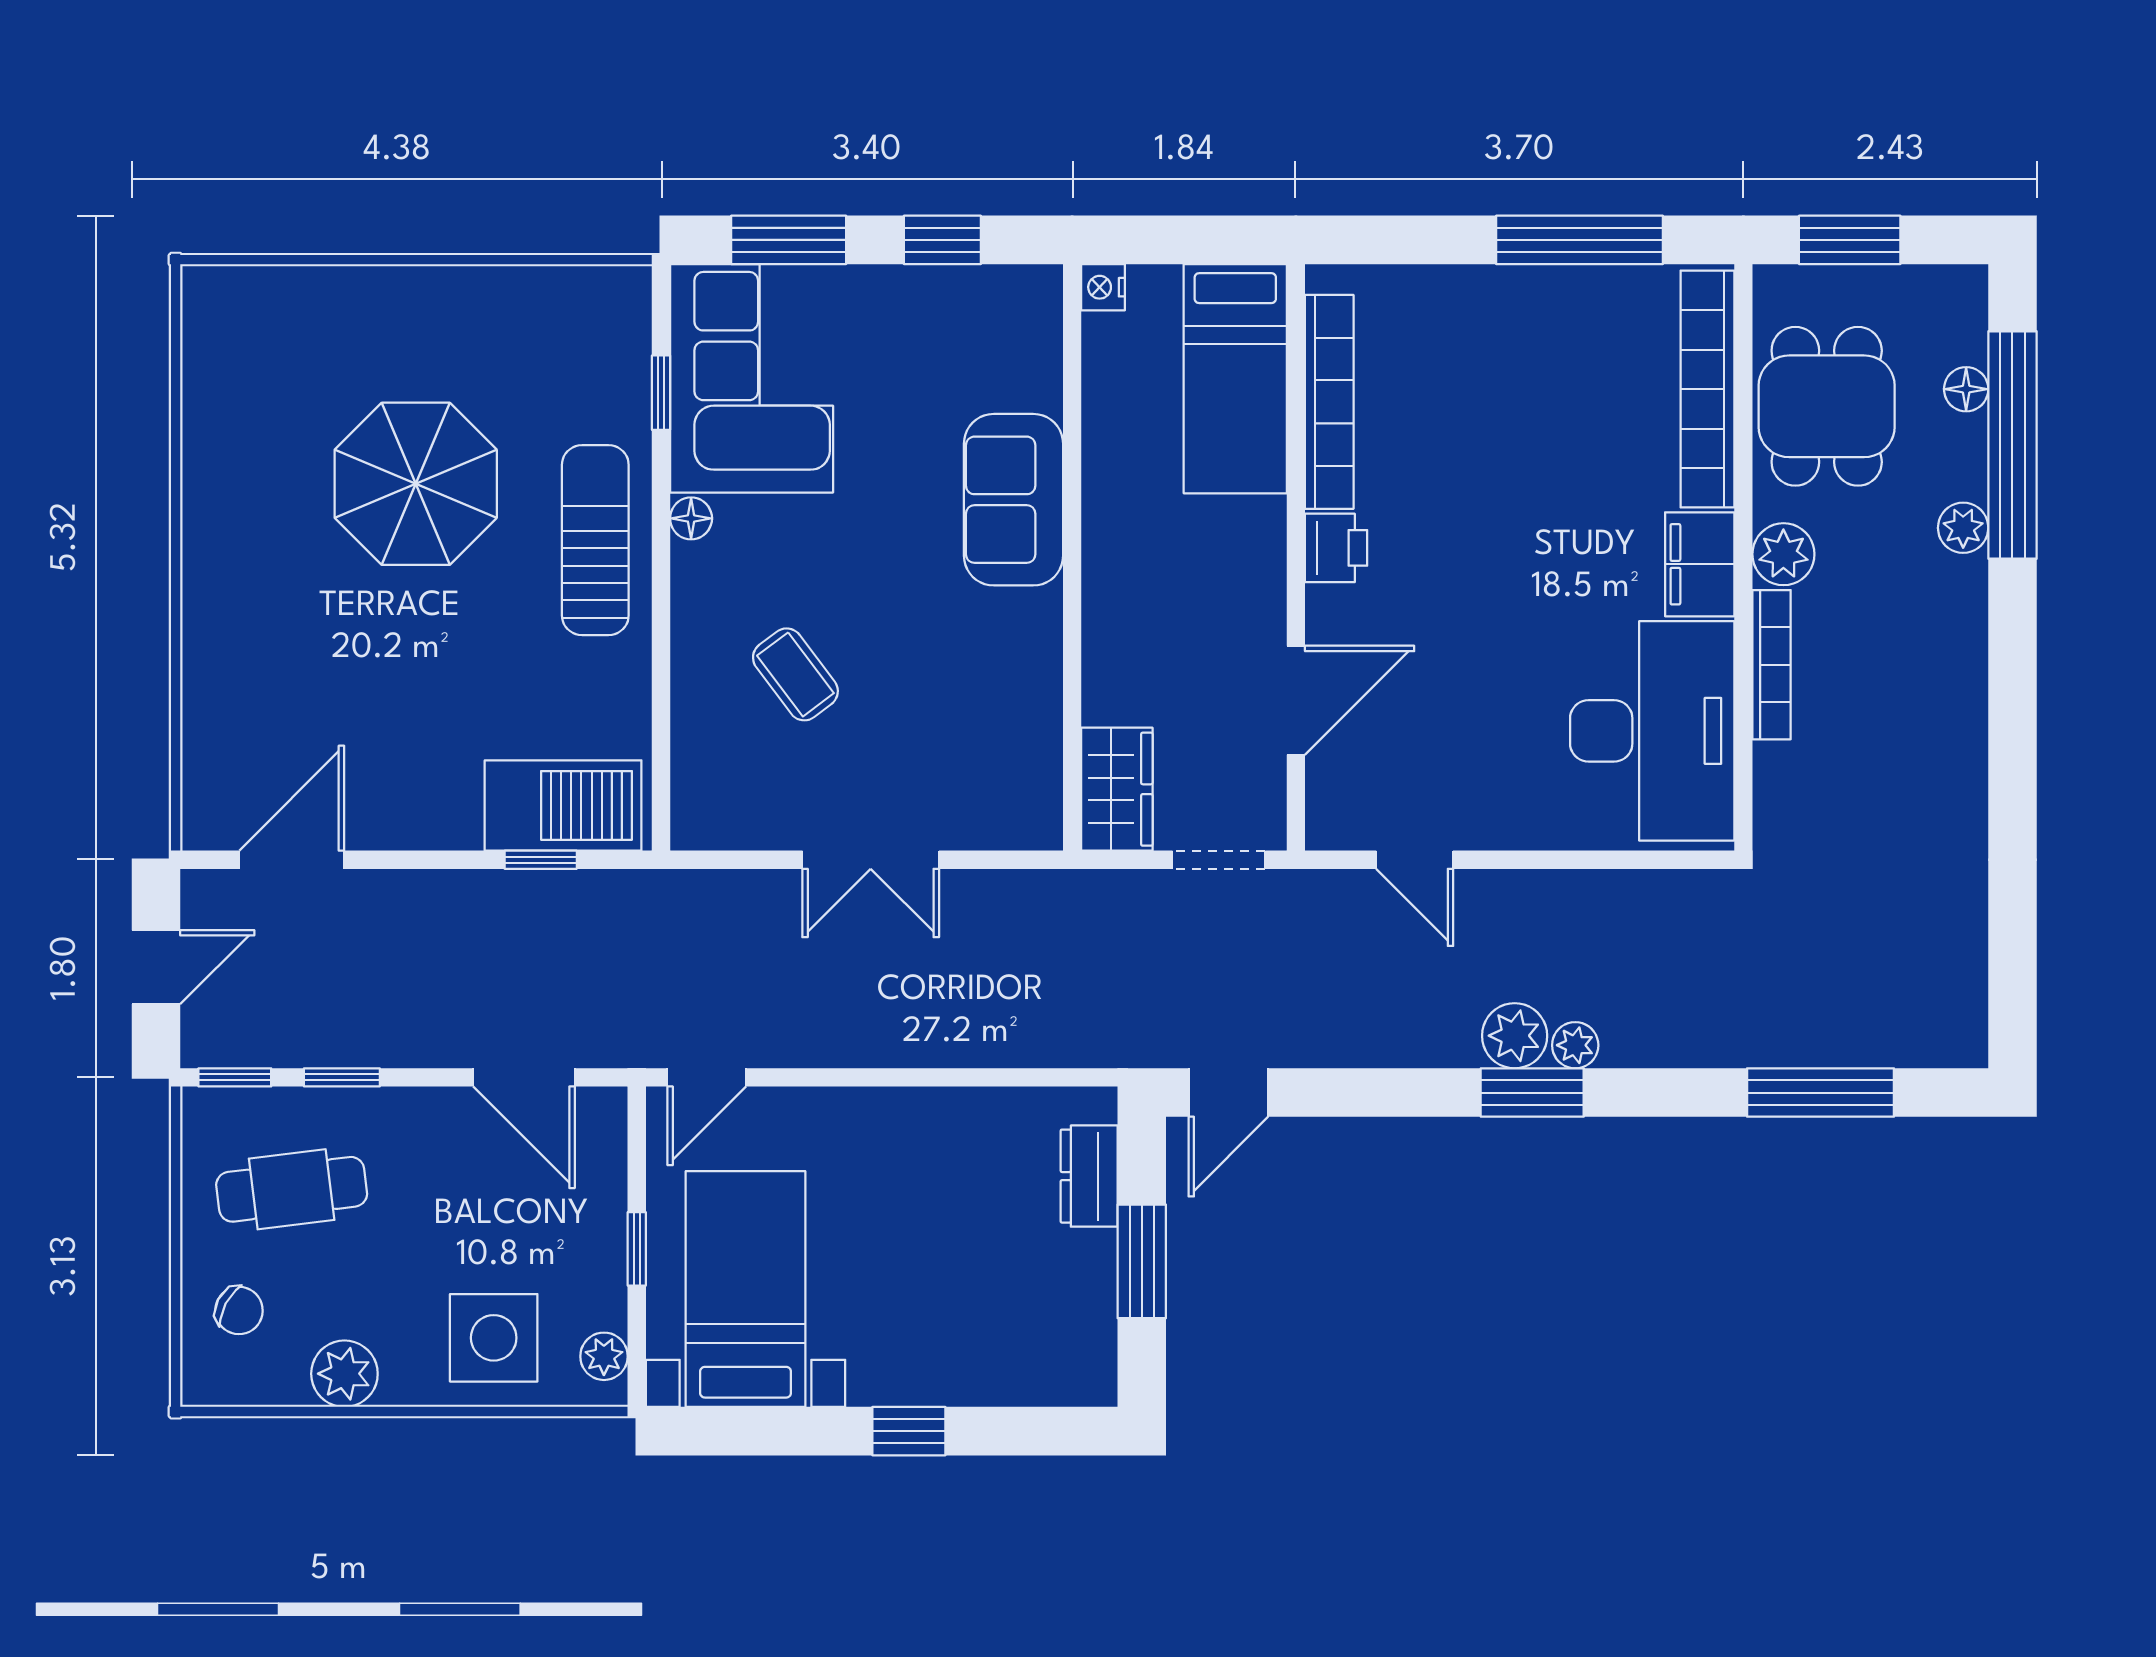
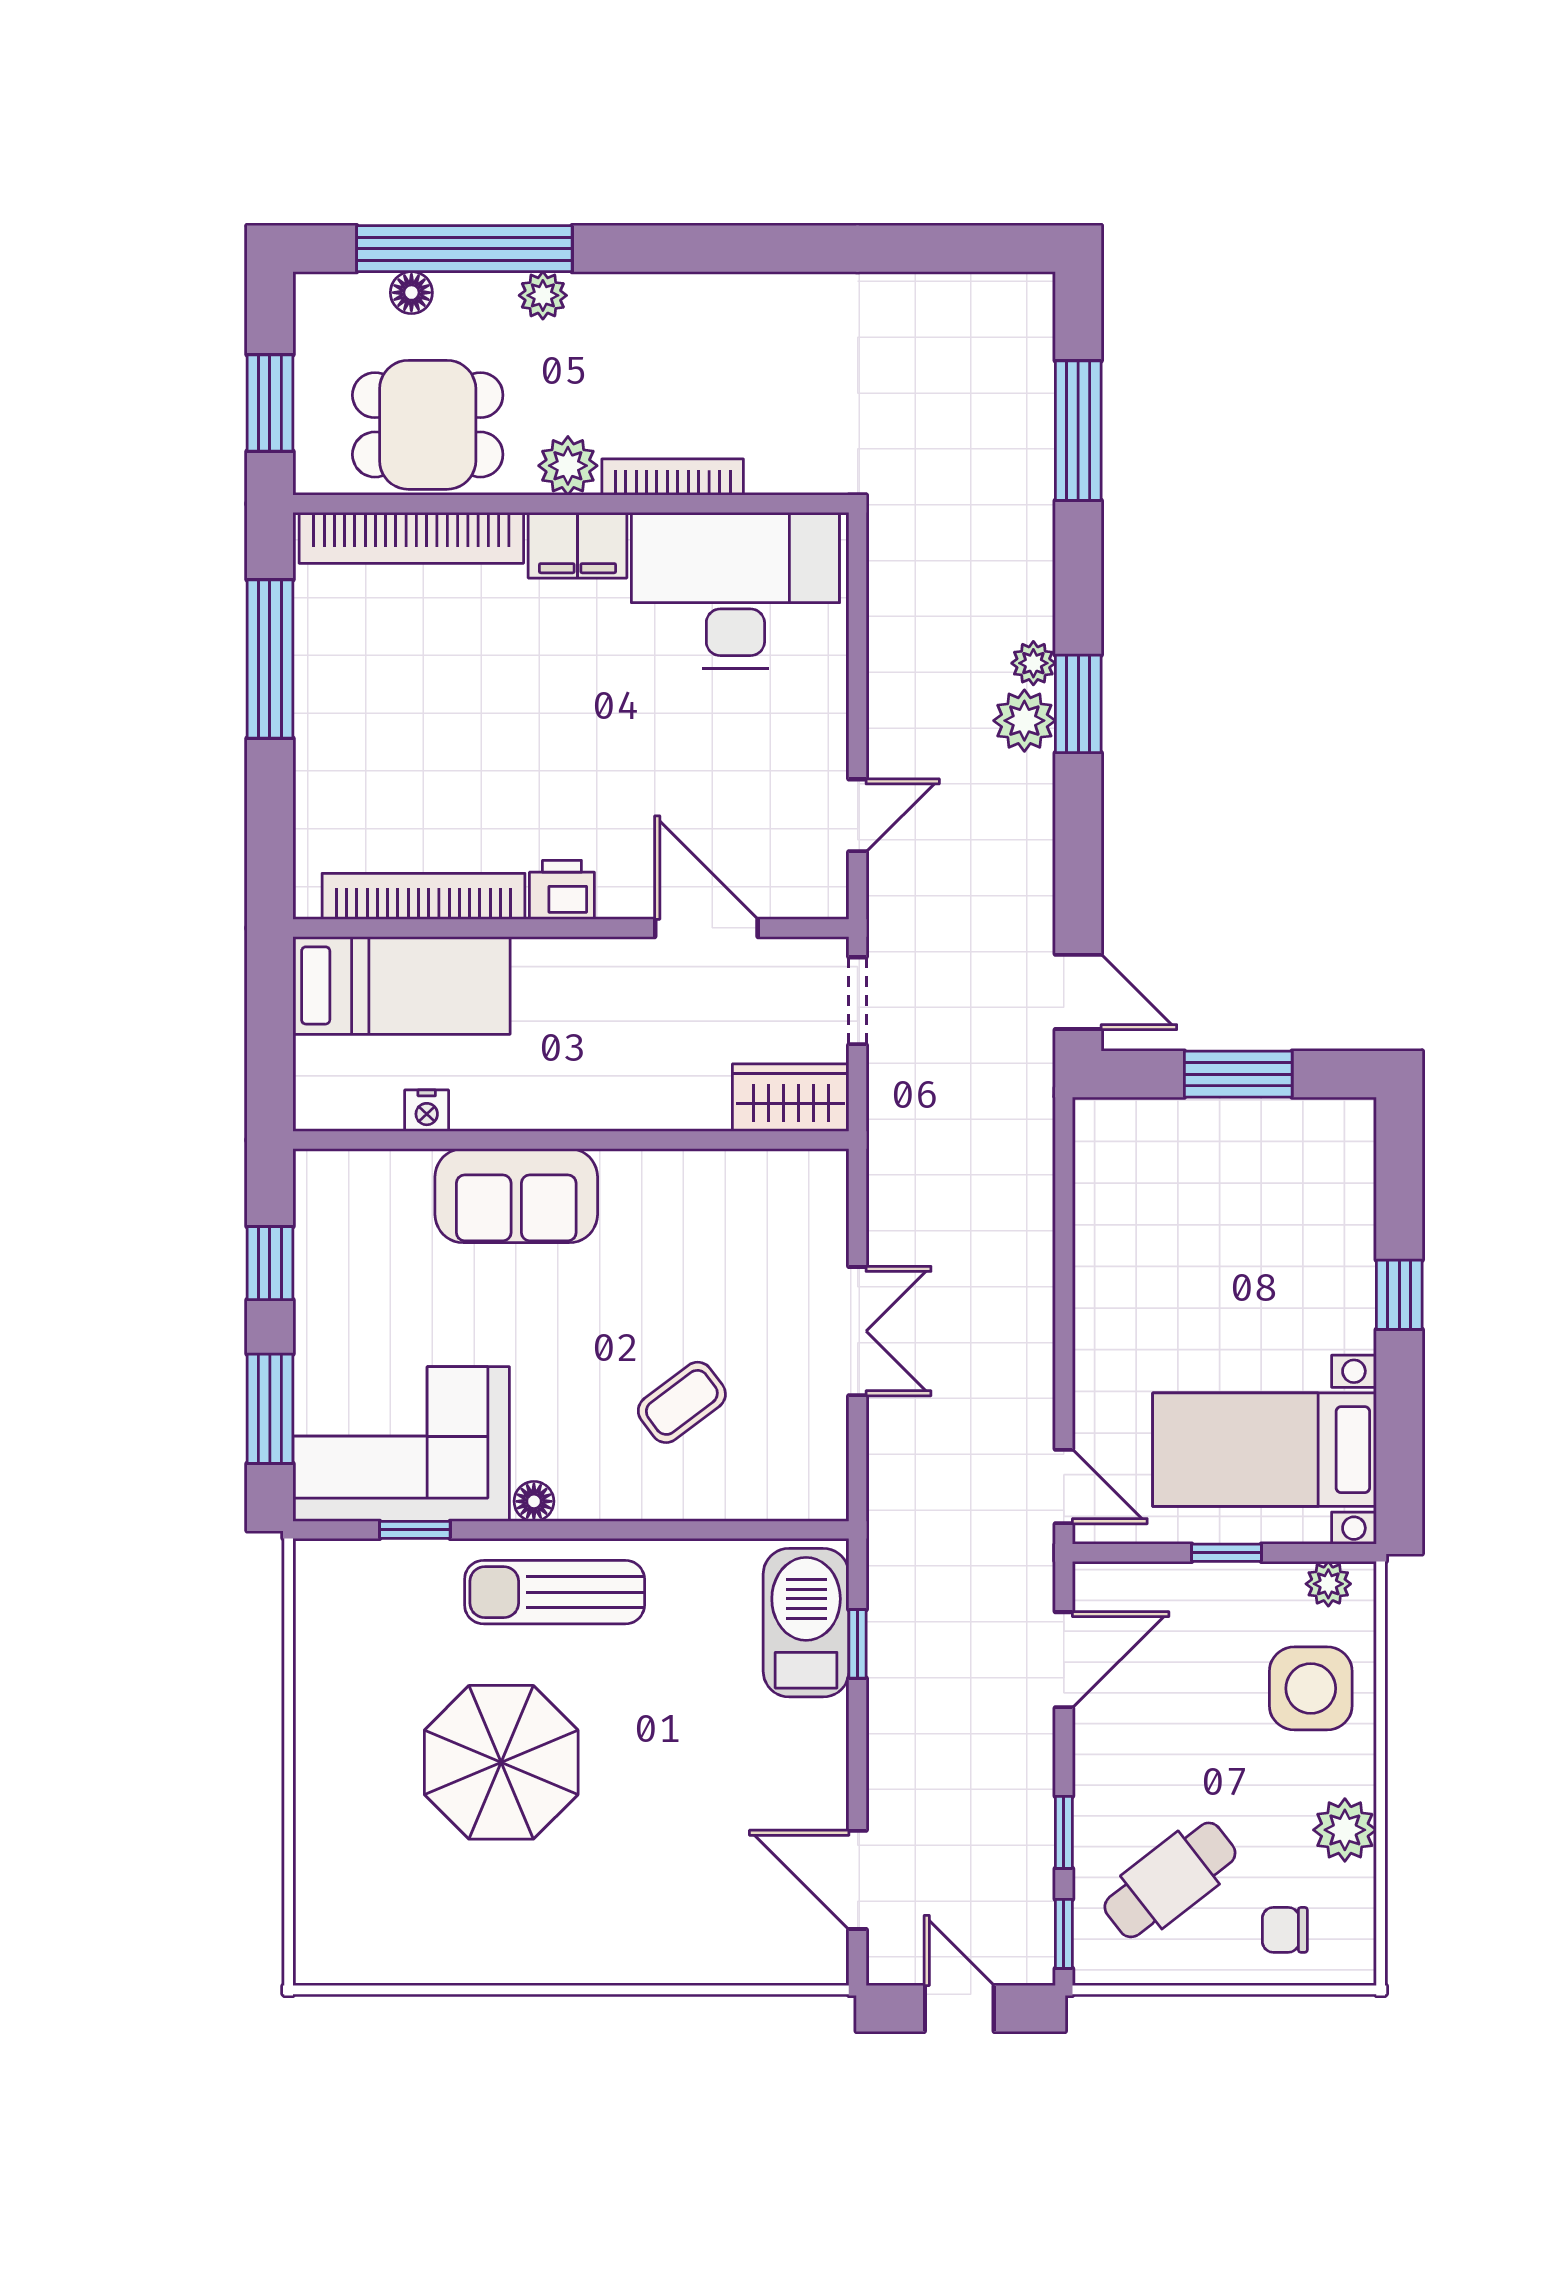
nightstand: (1103, 287) -> (427, 1111), moved
dresser: (1089, 1176) -> (1157, 1124), removed
cafe table: (292, 1189) -> (1170, 1880), turned 59
chair: (239, 1310) -> (1285, 1930), turned -118

